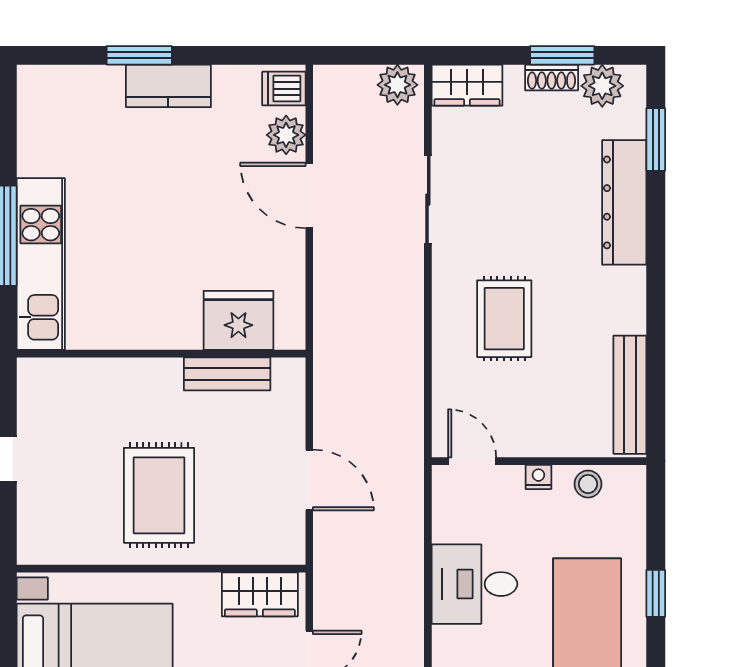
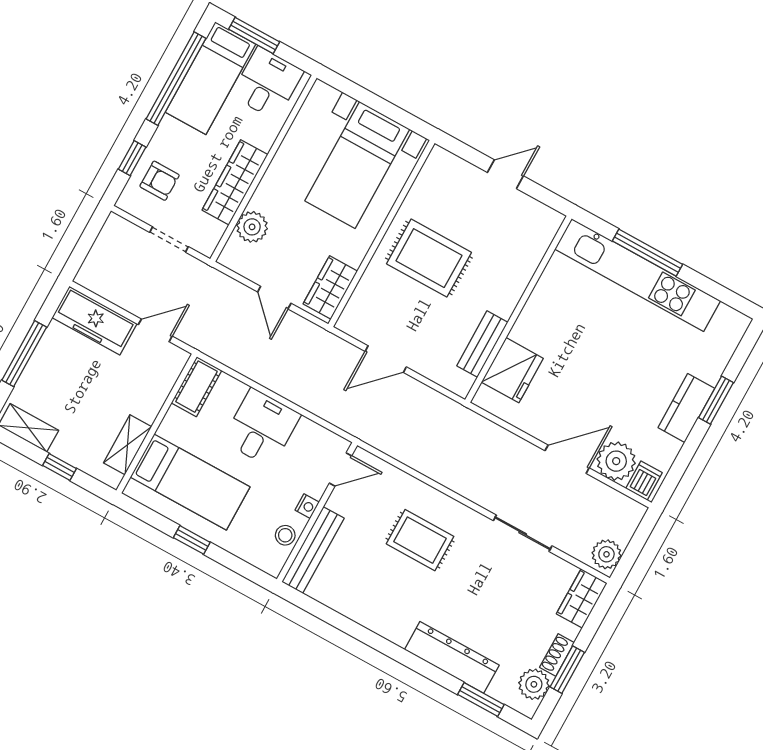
plant: (286, 135) -> (616, 461), width x1.36, depth x1.36
kitchen unit: (41, 264) -> (638, 275), width x1.36
bench: (630, 395) -> (313, 550), moved, turned 90

